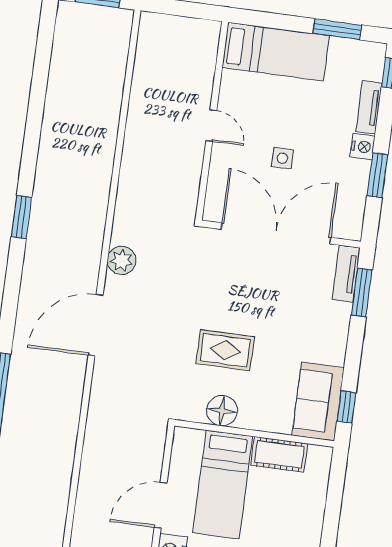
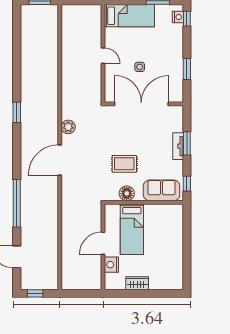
tv unit: (369, 107) -> (178, 37), removed
nightstand: (362, 147) -> (178, 17), moved
tv unit: (346, 274) -> (178, 146), moved
window: (362, 292) -> (187, 143), moved
sofa: (318, 402) -> (162, 190), moved, turned 90
cot: (279, 454) -> (157, 211), removed

